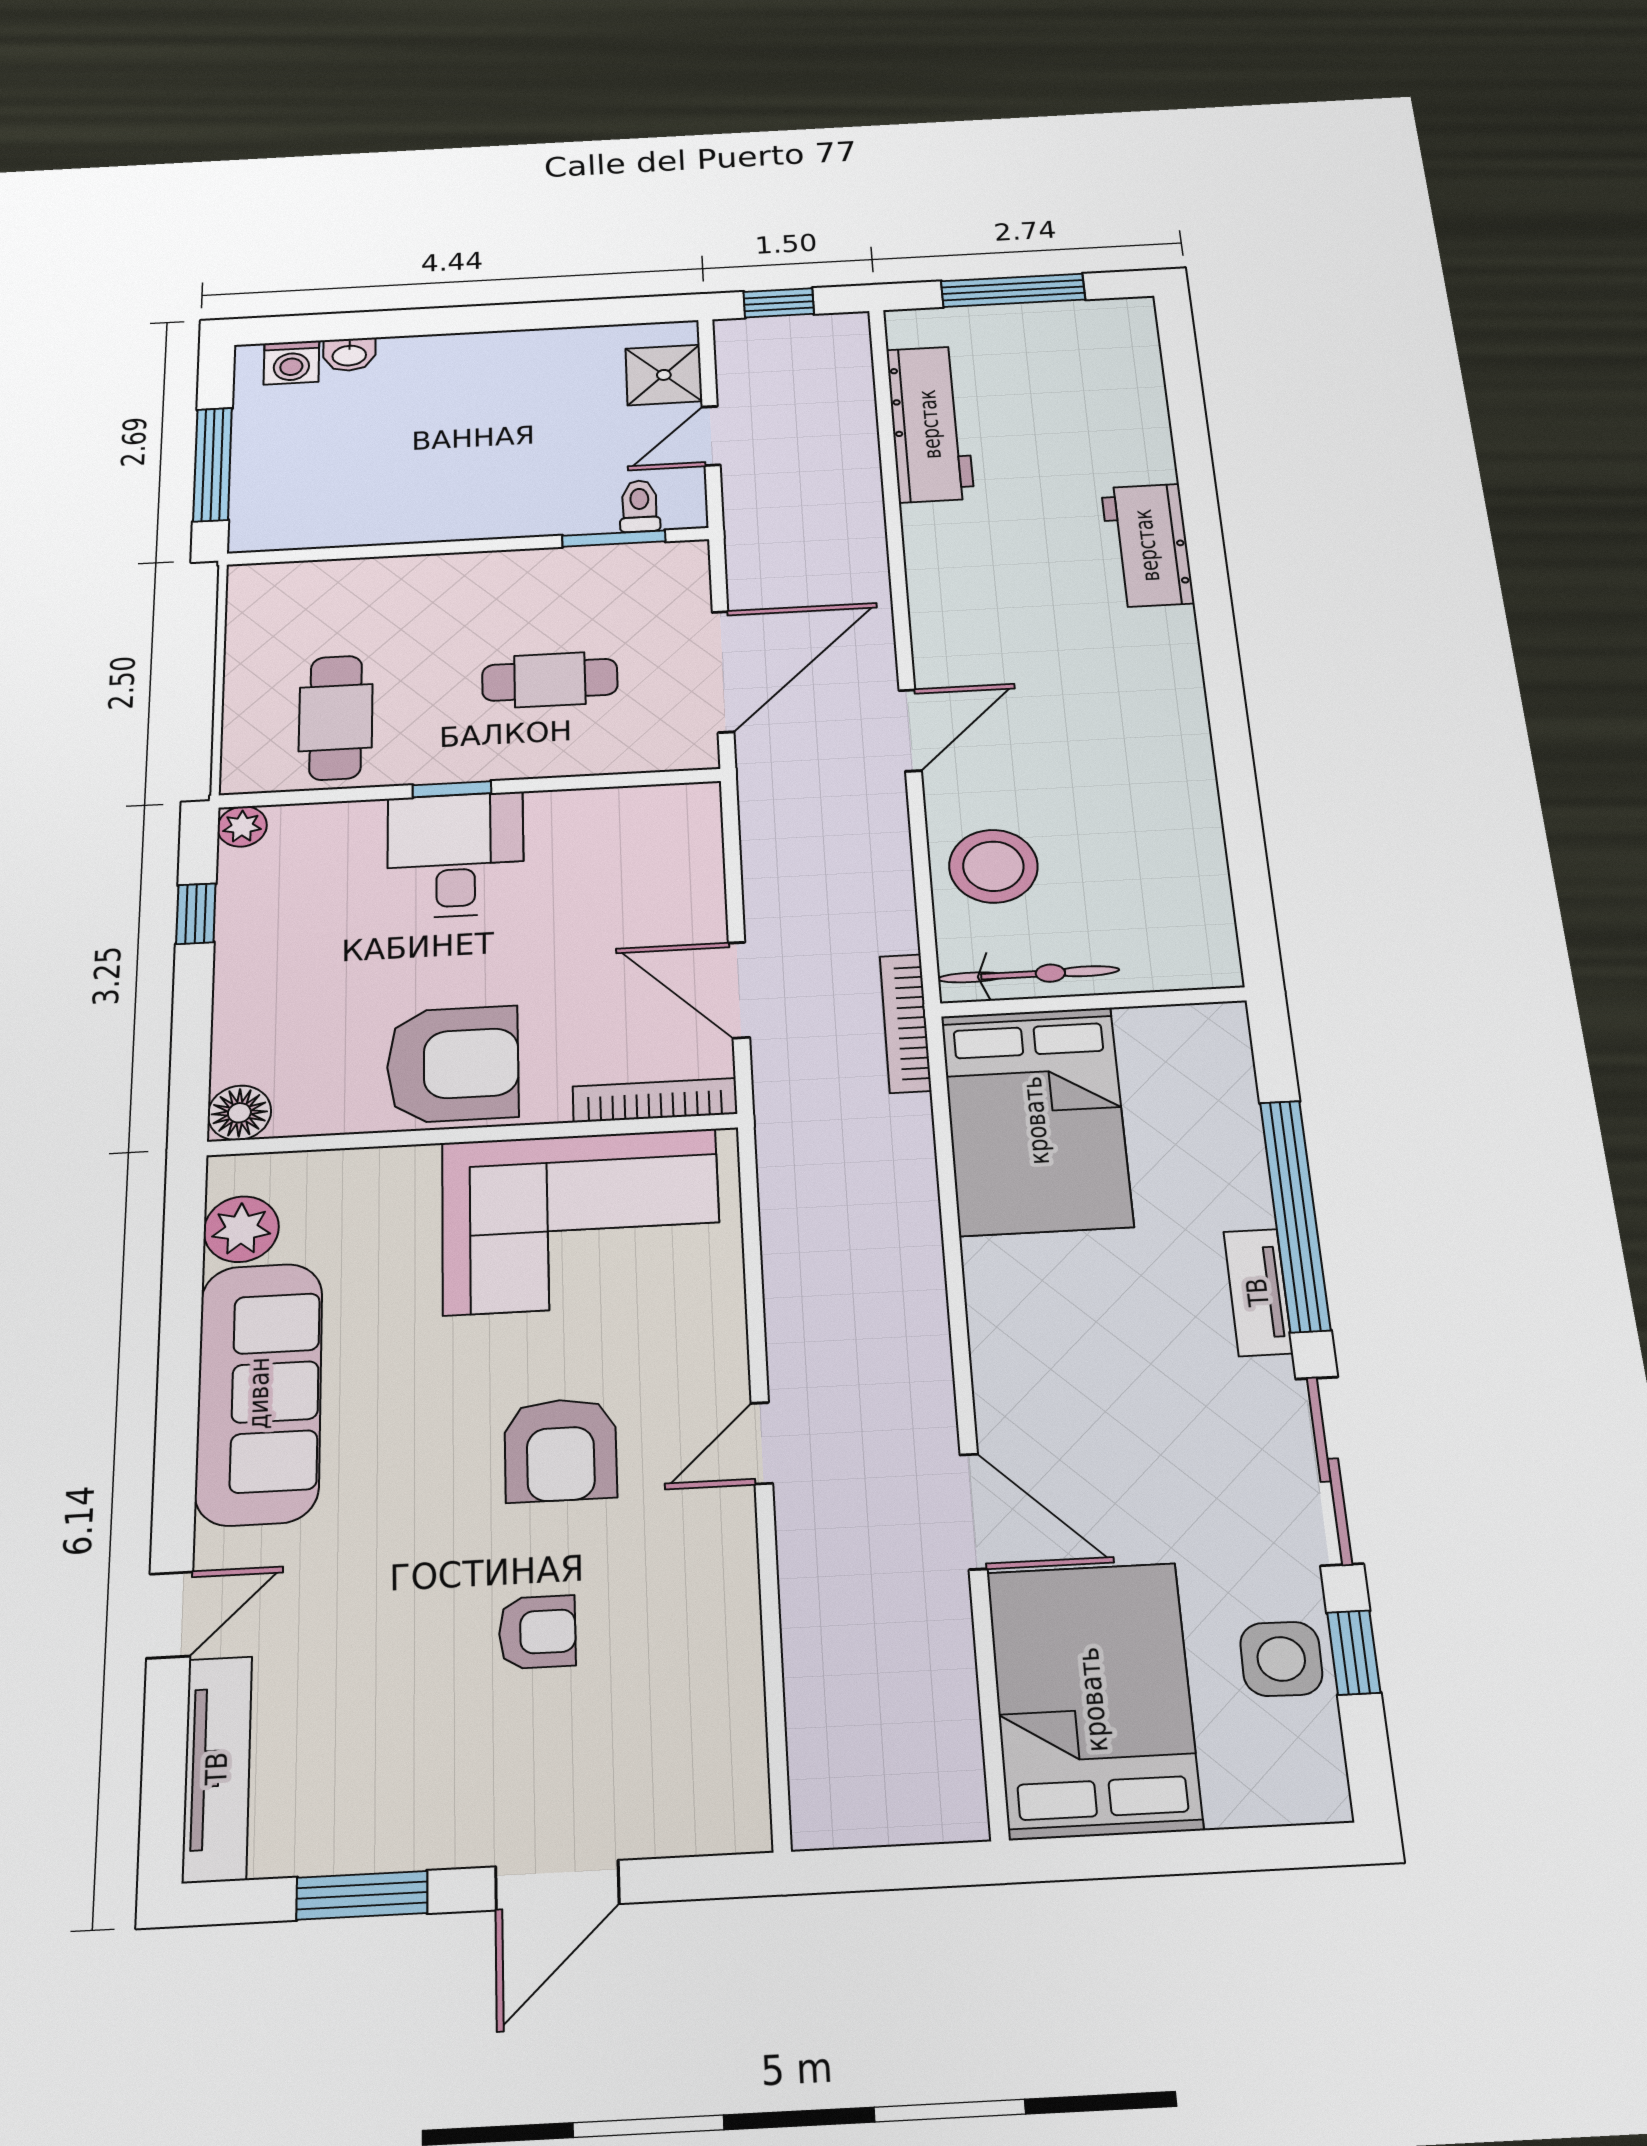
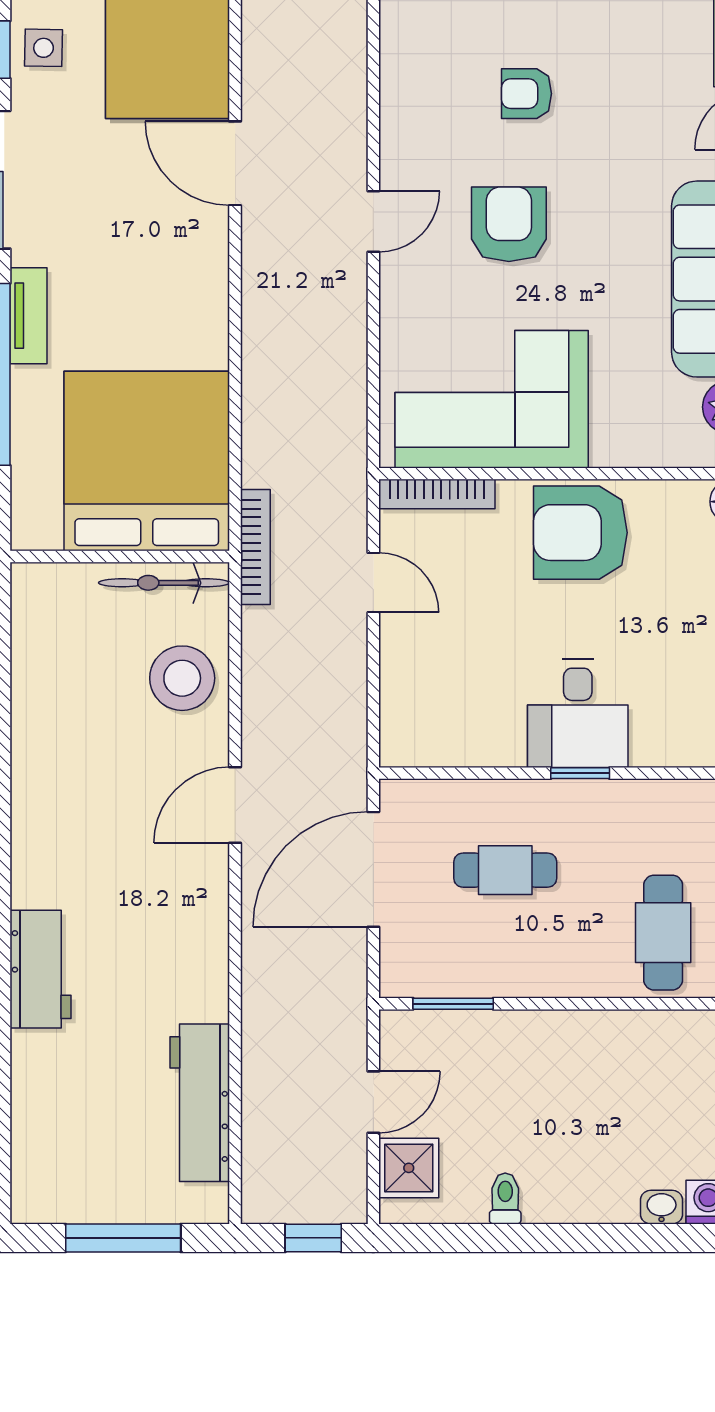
toilet: (640, 506) -> (505, 1199), moved, turned 180
cafe table: (336, 718) -> (663, 933), moved
door: (739, 990) -> (373, 583), width x0.73
bed: (1036, 1120) -> (147, 461), width x1.36
side table: (1281, 1659) -> (44, 48), width x0.73, depth x0.73

